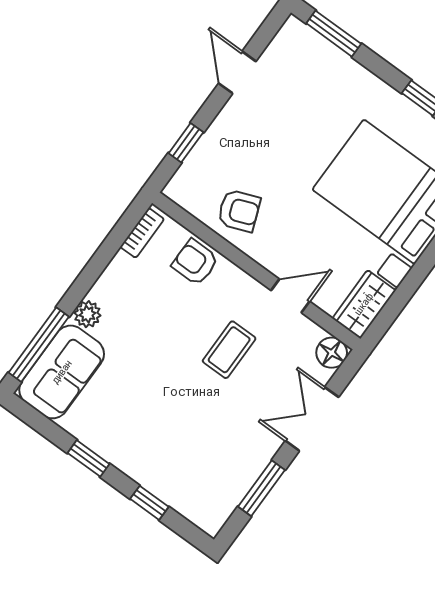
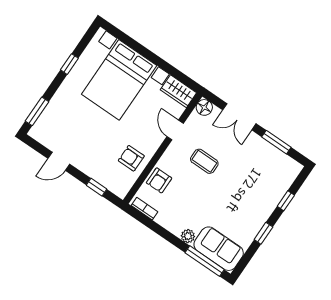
armchair: (239, 211) -> (131, 158), turned -69

